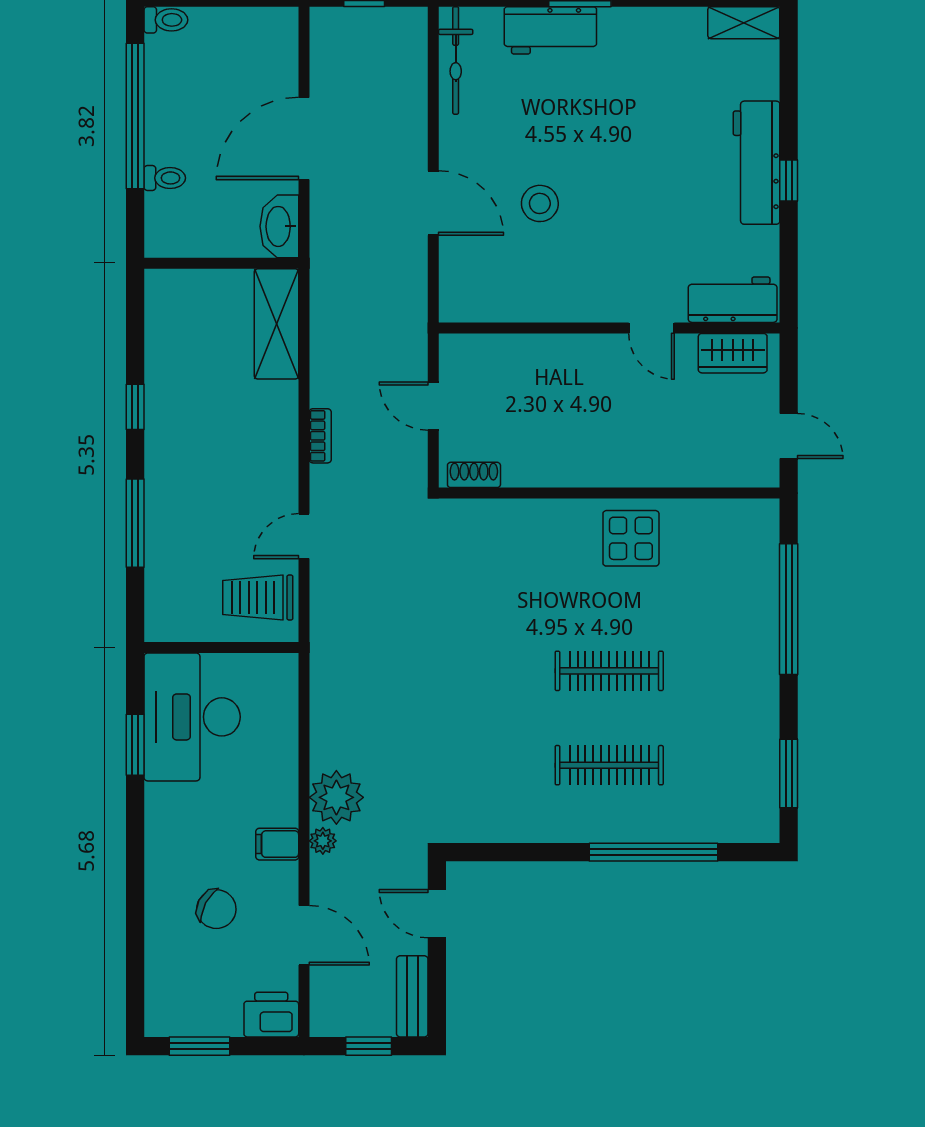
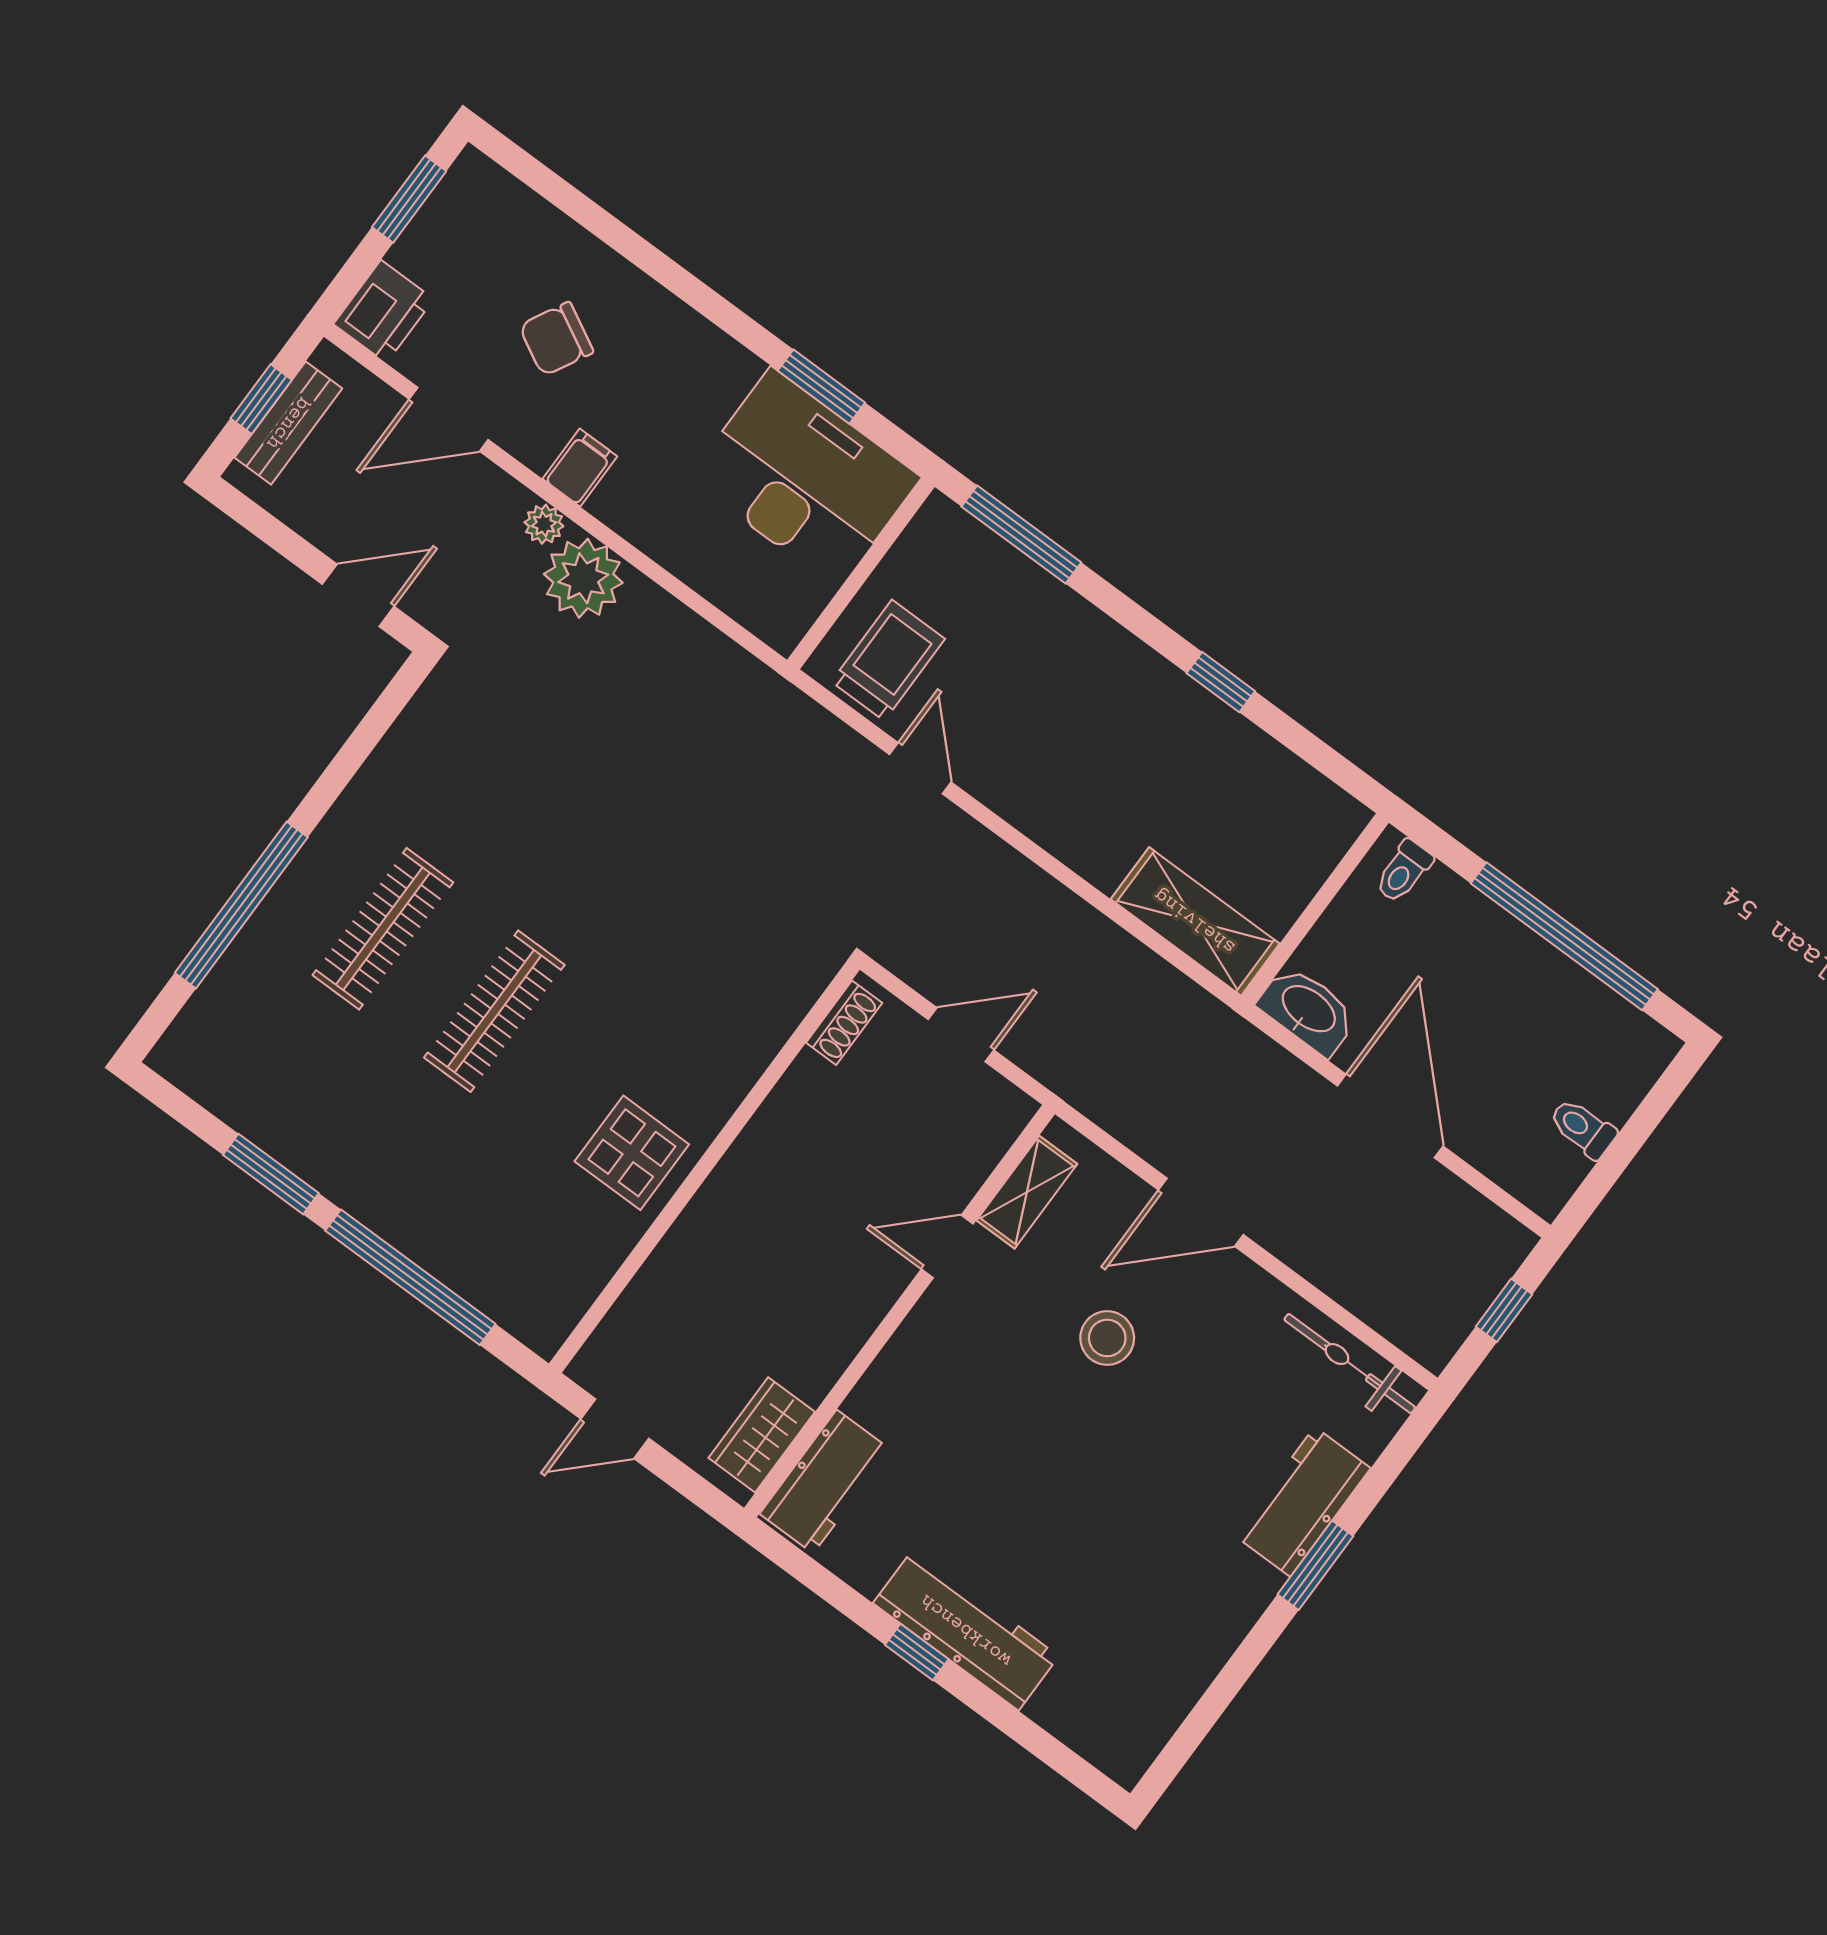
toilet: (166, 20) -> (1583, 1128), moved, turned 90
shelving: (744, 23) -> (1027, 1192), moved
toilet: (165, 178) -> (1404, 871), moved
door: (652, 328) -> (947, 1246), moved
bookcase: (320, 436) -> (1025, 875), removed
window: (135, 523) -> (1021, 534), moved
window: (789, 773) -> (271, 1174), moved
bench: (412, 996) -> (288, 423), moved, turned 90

